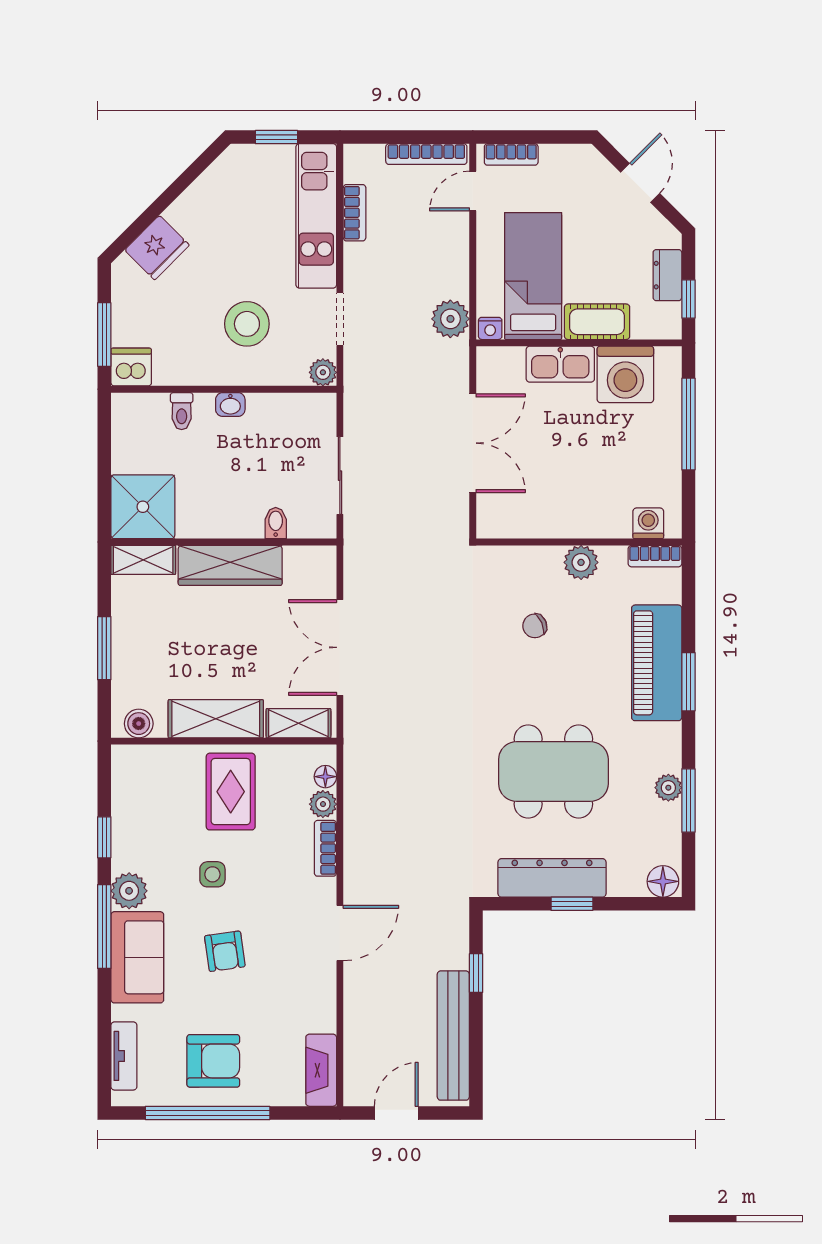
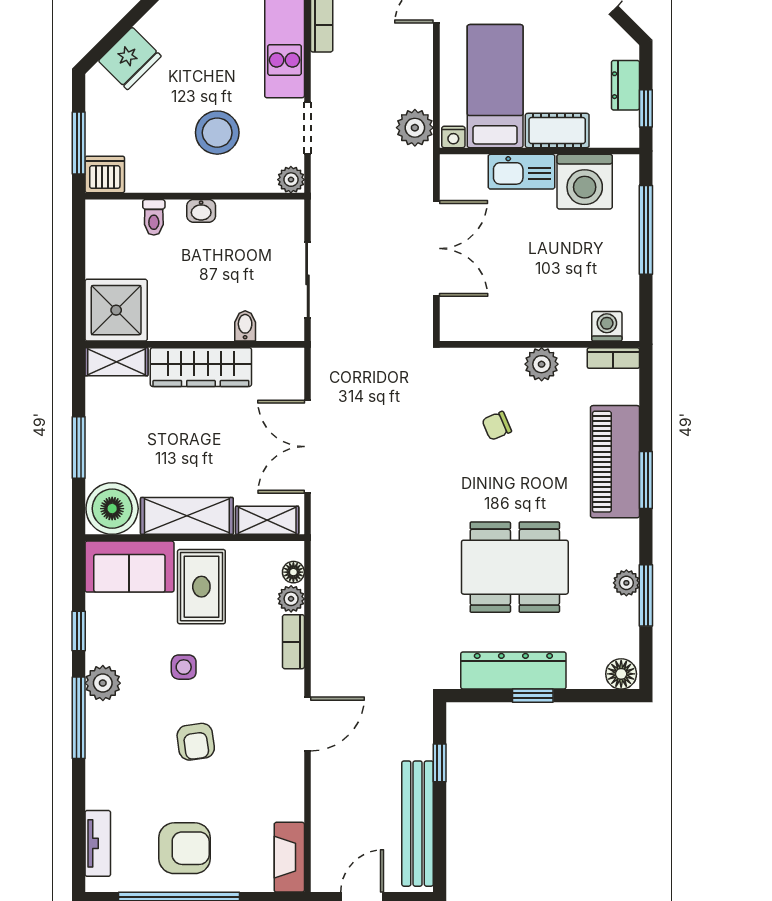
boiler: (139, 724) -> (112, 509), width x1.86, depth x1.86
sofa: (137, 957) -> (129, 567), moved, turned 90

